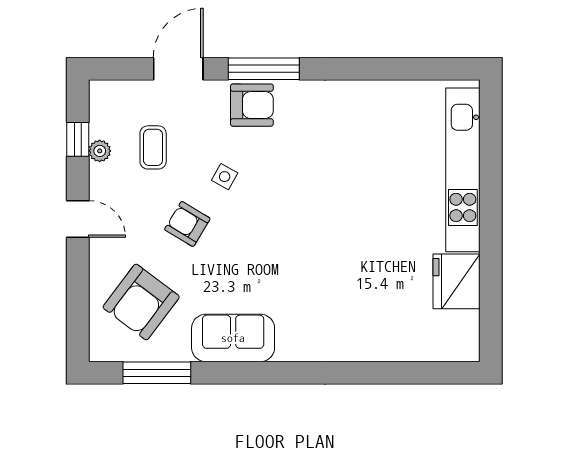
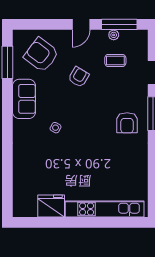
armchair: (252, 105) -> (127, 123), moved
window: (78, 139) -> (119, 24), width x2.17
side table: (225, 177) -> (56, 128), moved

